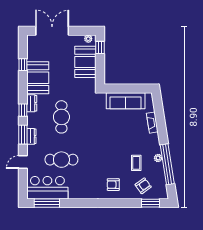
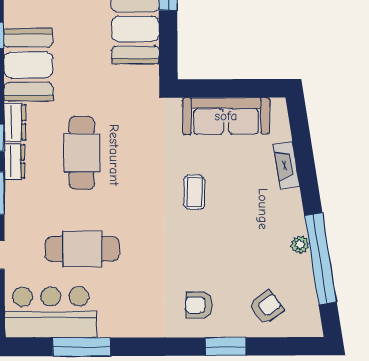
dresser: (31, 136) -> (14, 161), moved
coffee table: (136, 163) -> (194, 192), moved
window: (47, 203) -> (82, 347), moved
window: (150, 203) -> (226, 346), moved

